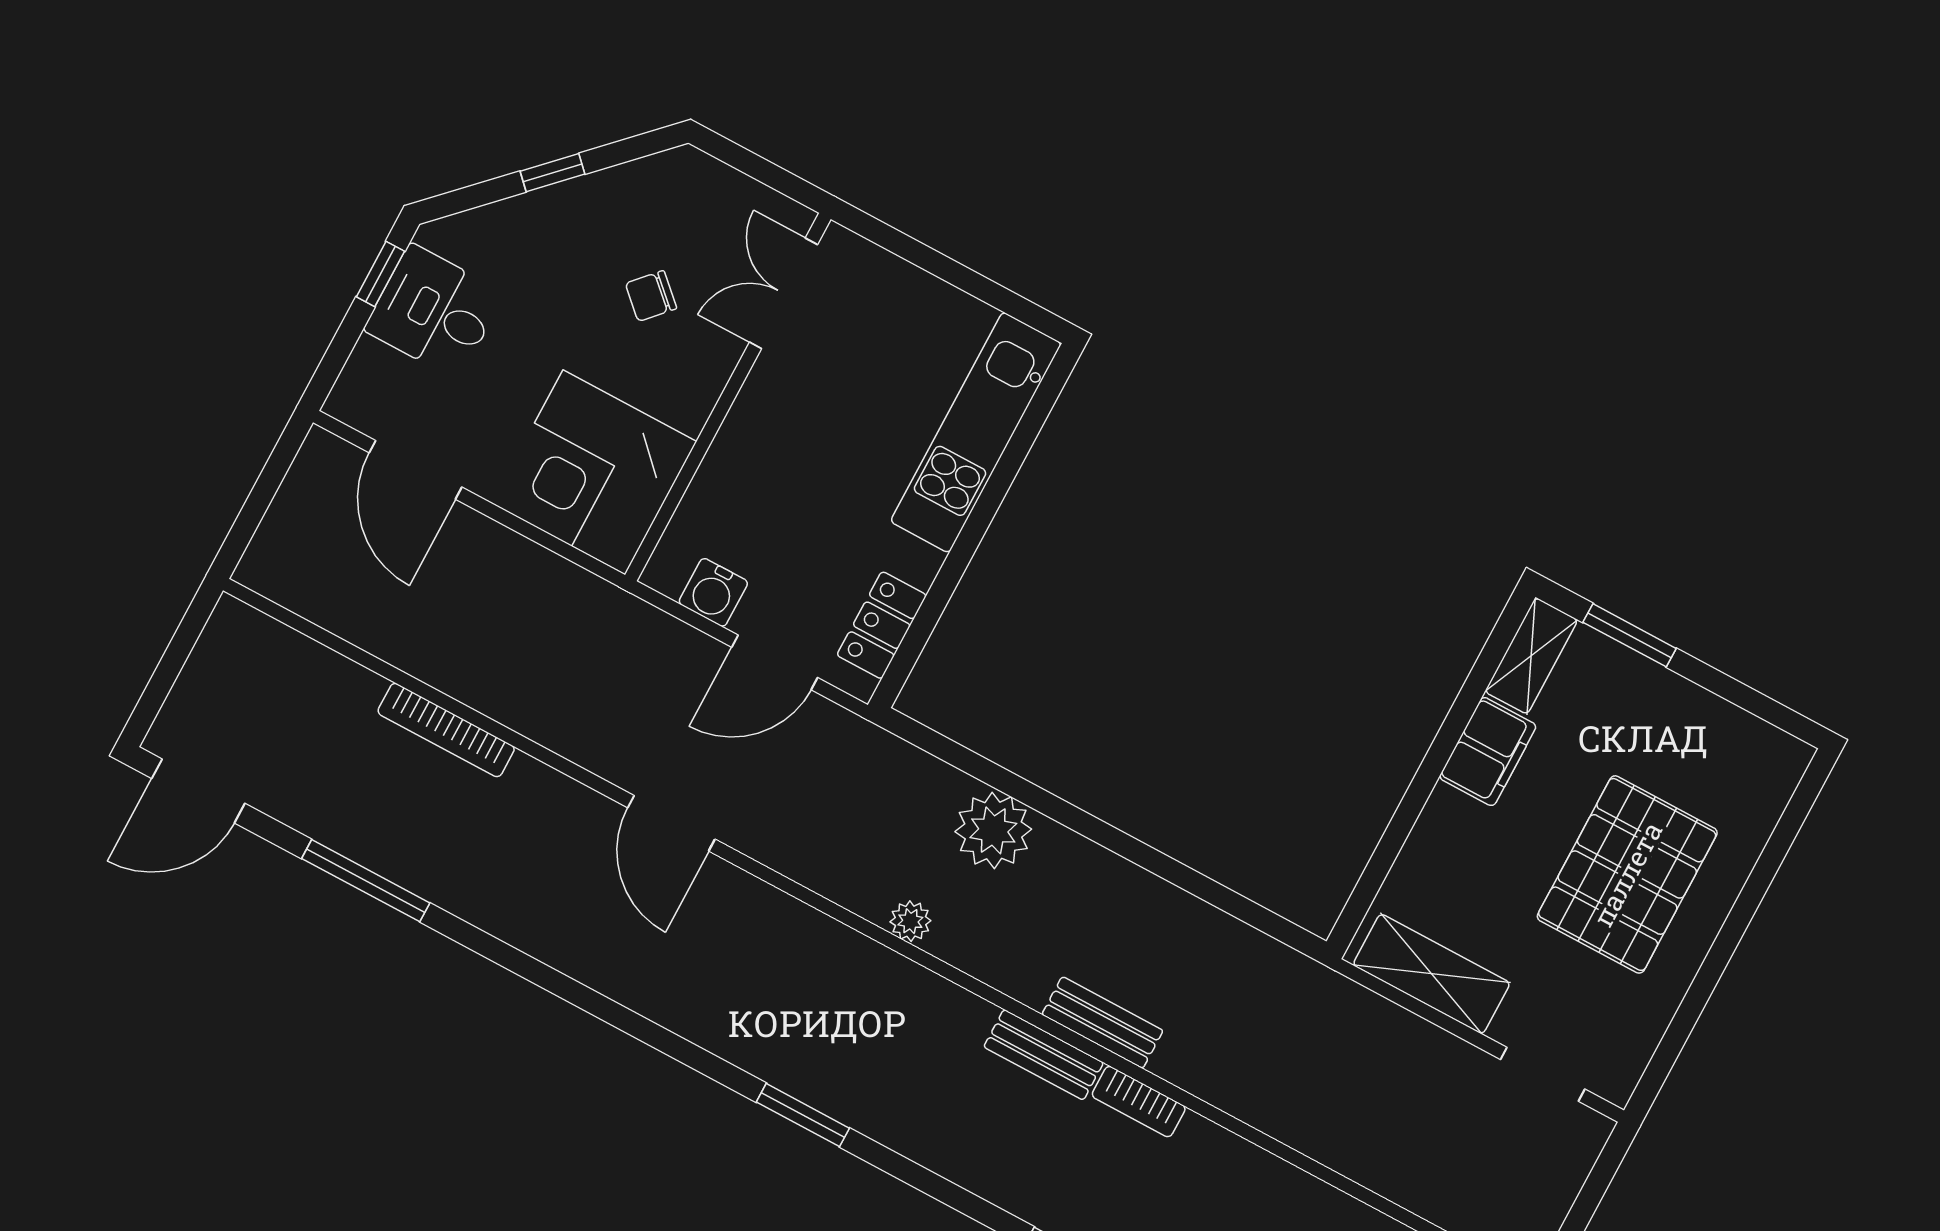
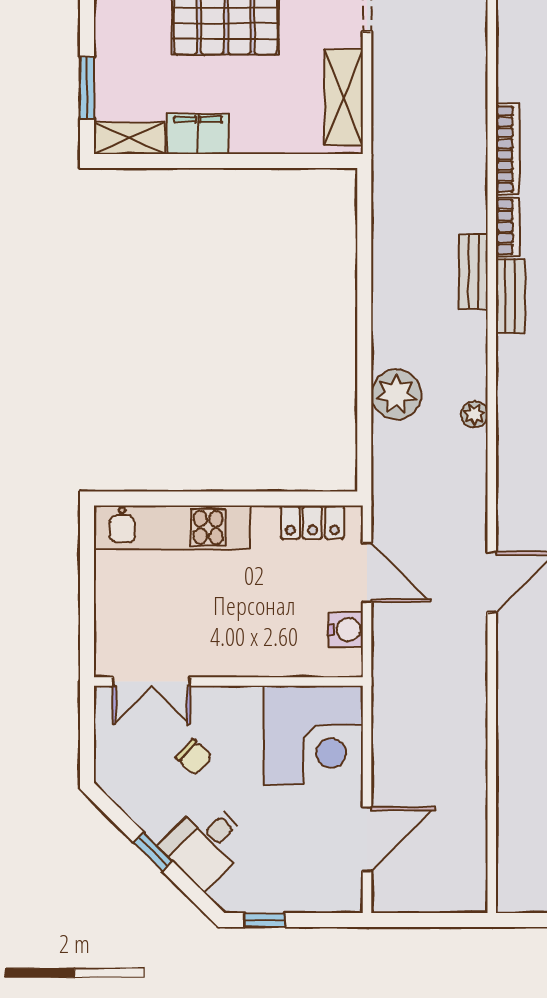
desk: (434, 312) -> (206, 844), moved, turned 45
bookcase: (446, 730) -> (508, 149), moved

